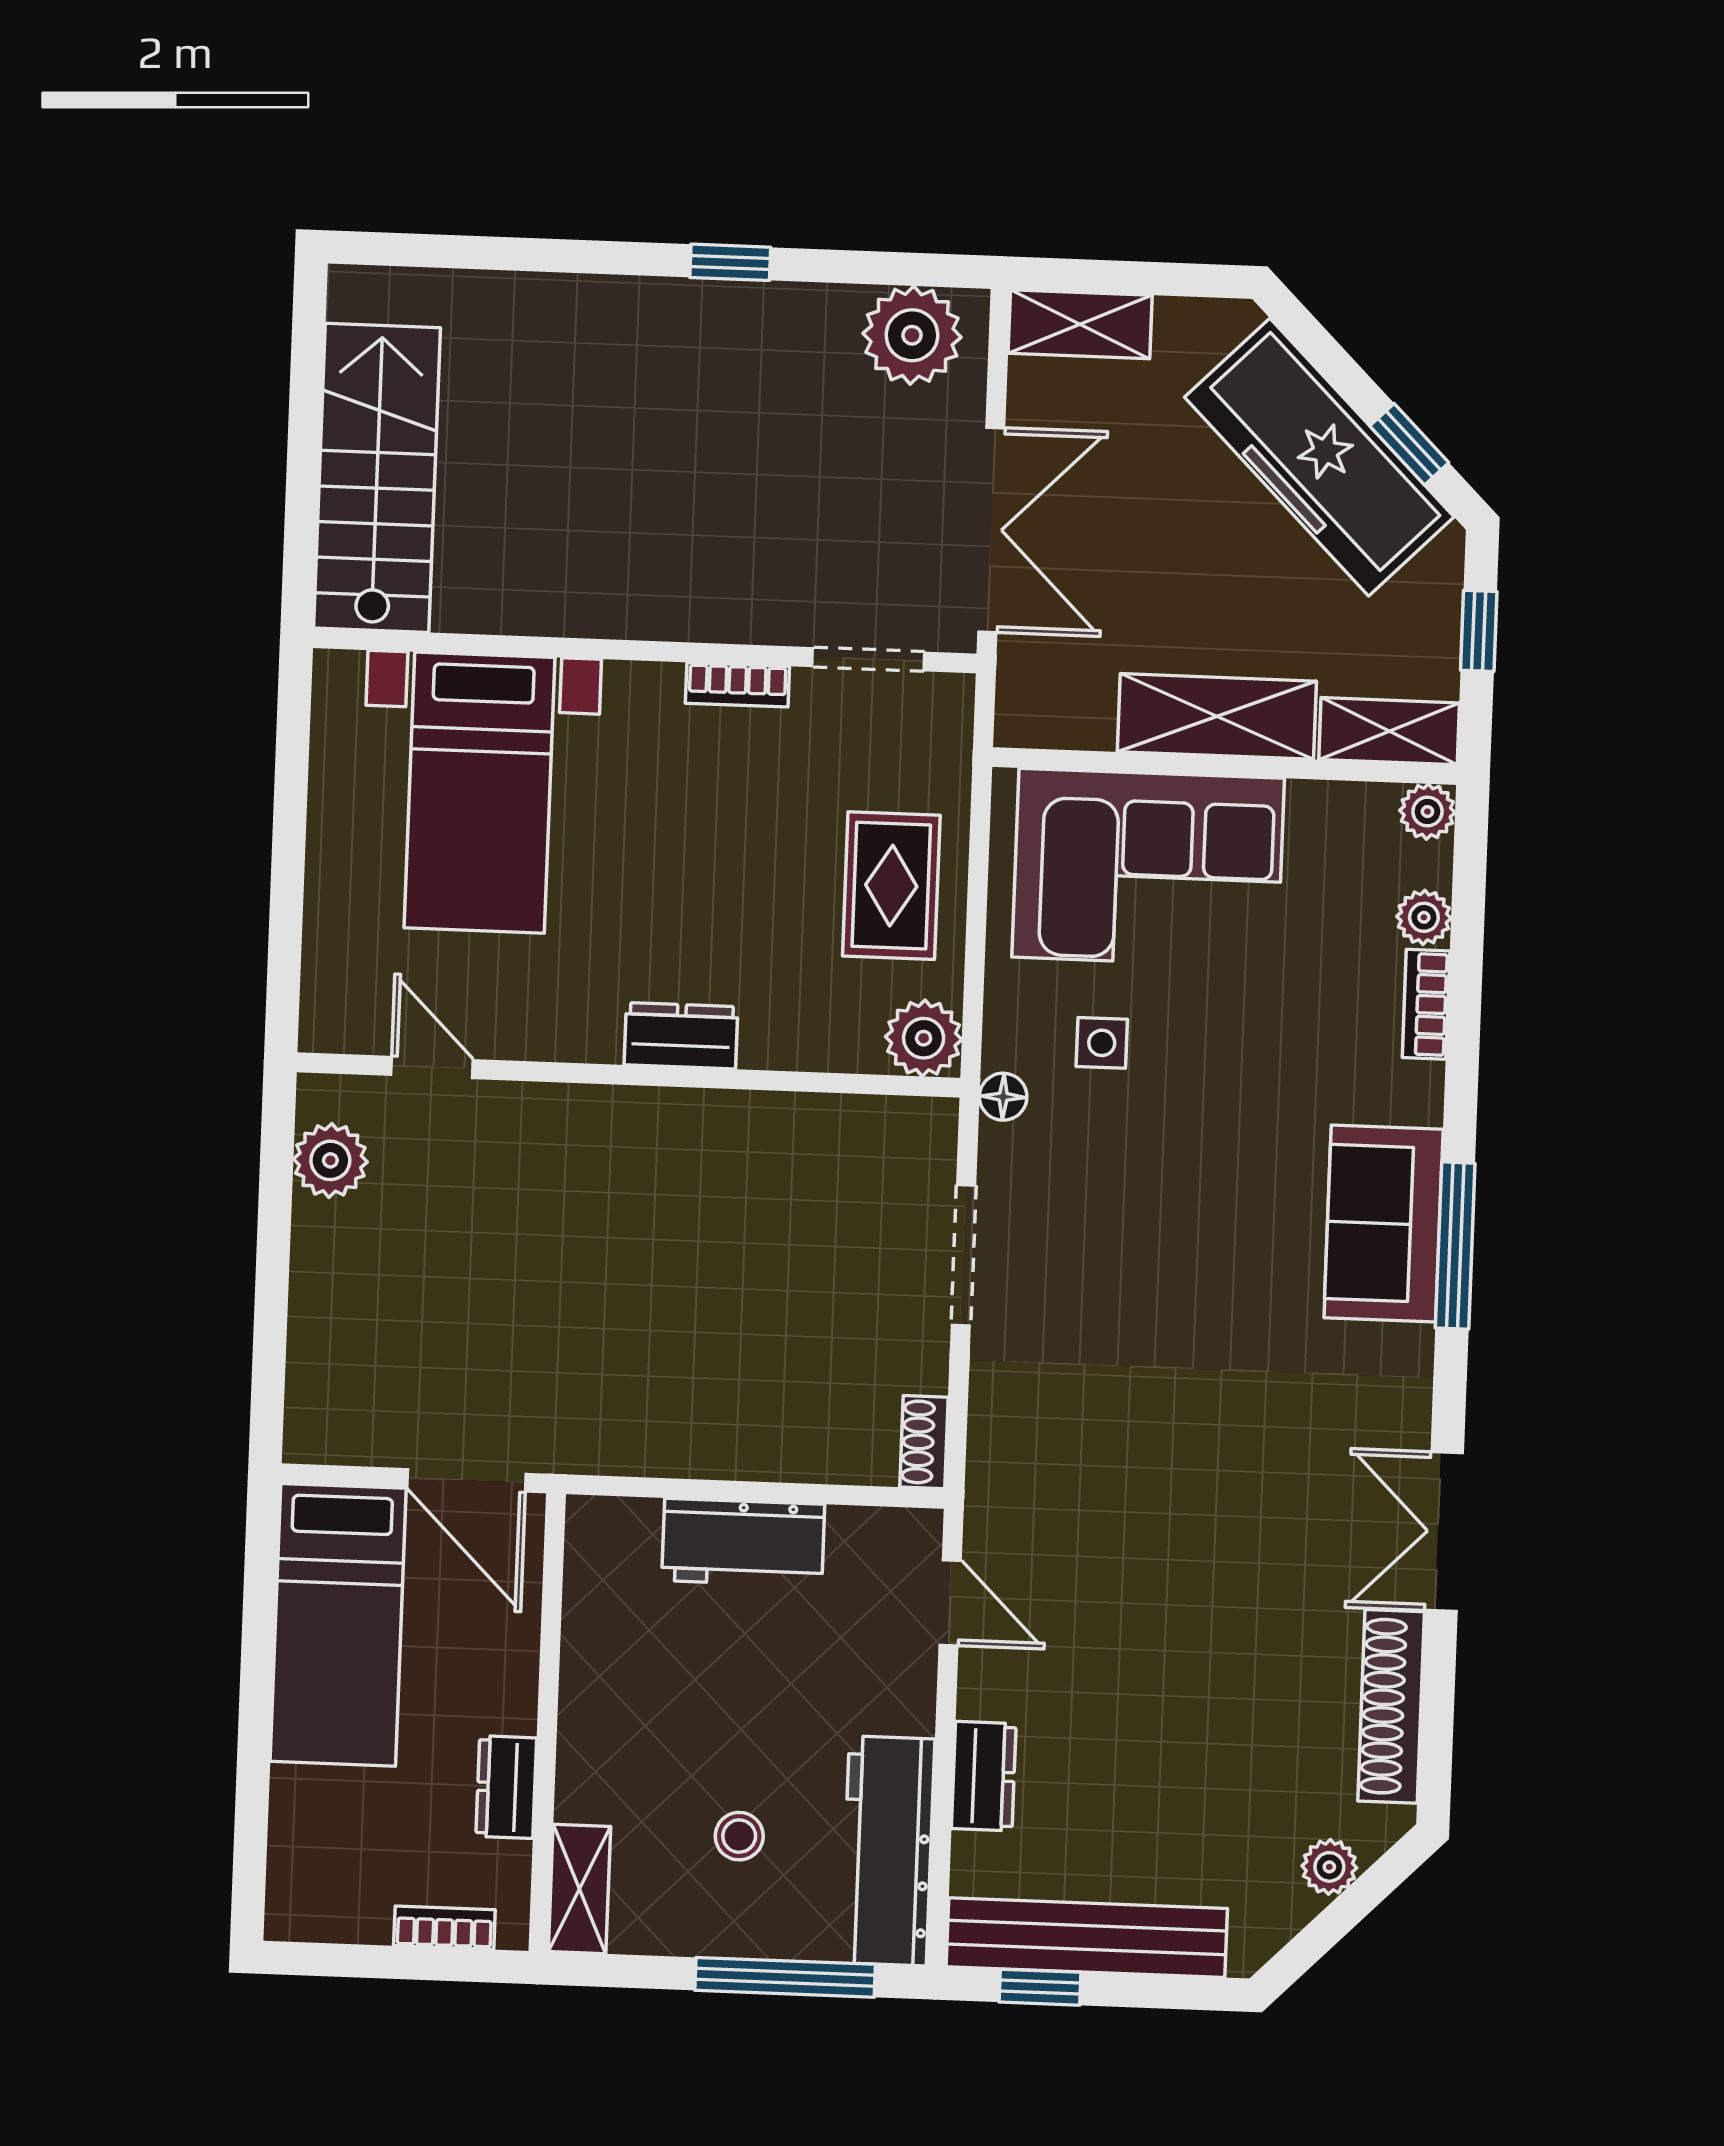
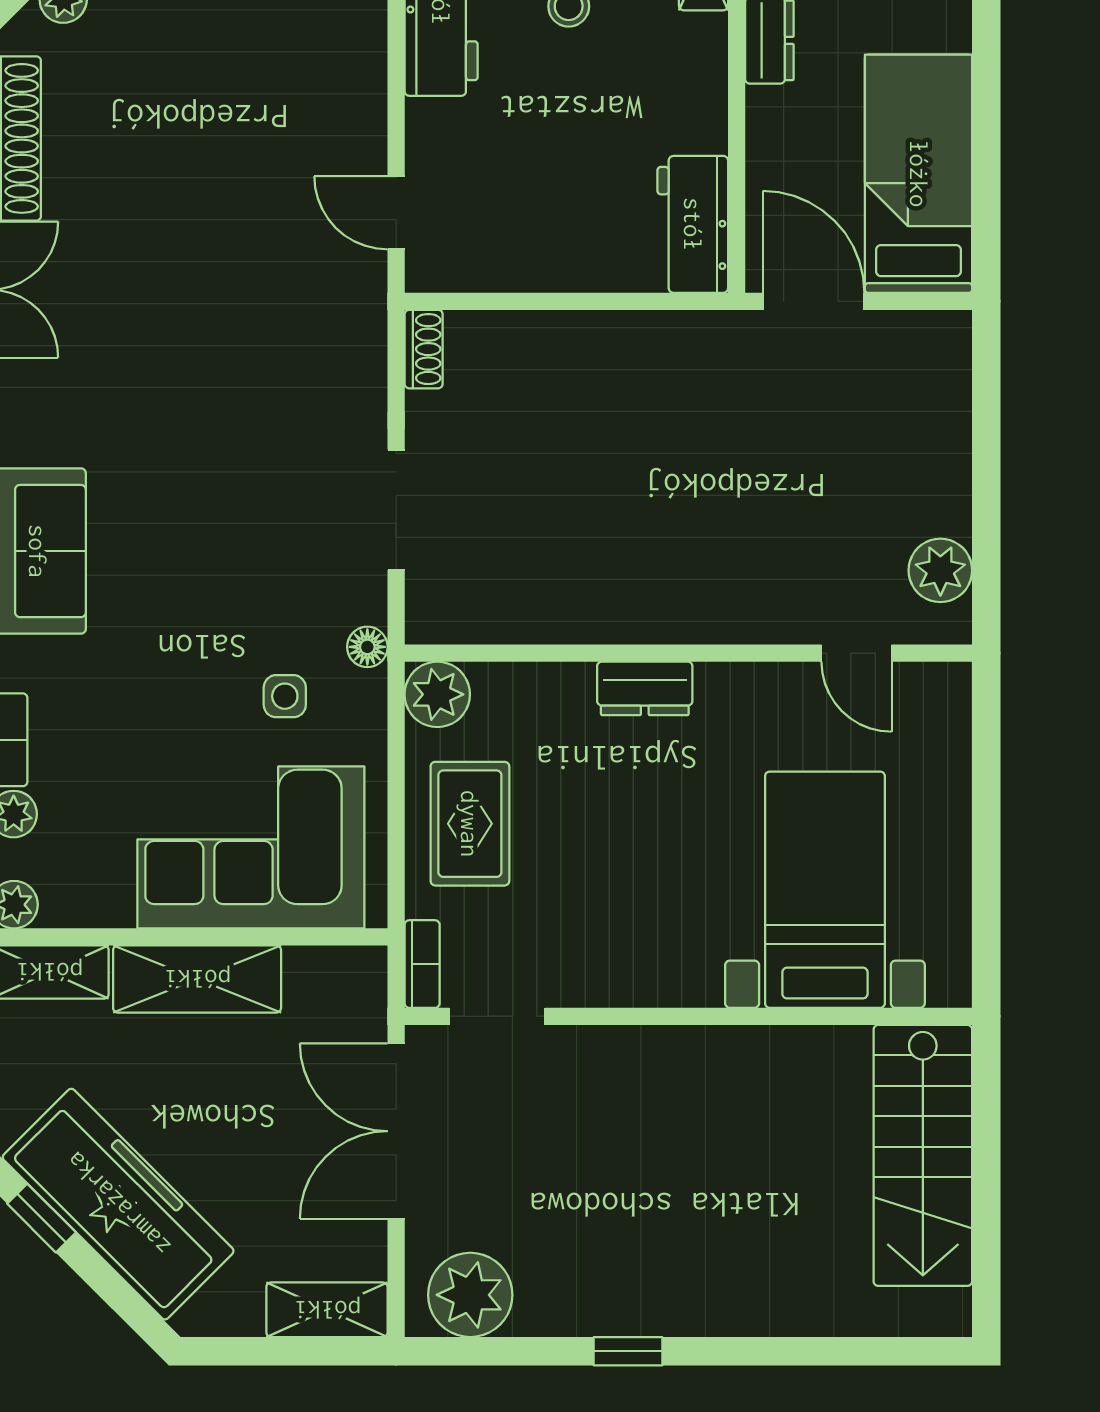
bookcase: (737, 685) -> (422, 964), moved, turned 90
workbench: (743, 1542) -> (693, 224), moved, turned -90
dresser: (984, 1776) -> (362, 66), removed

